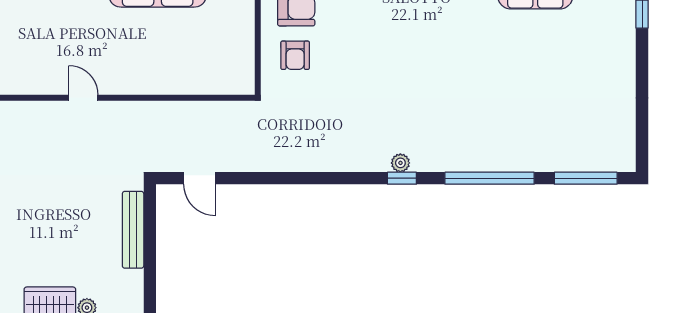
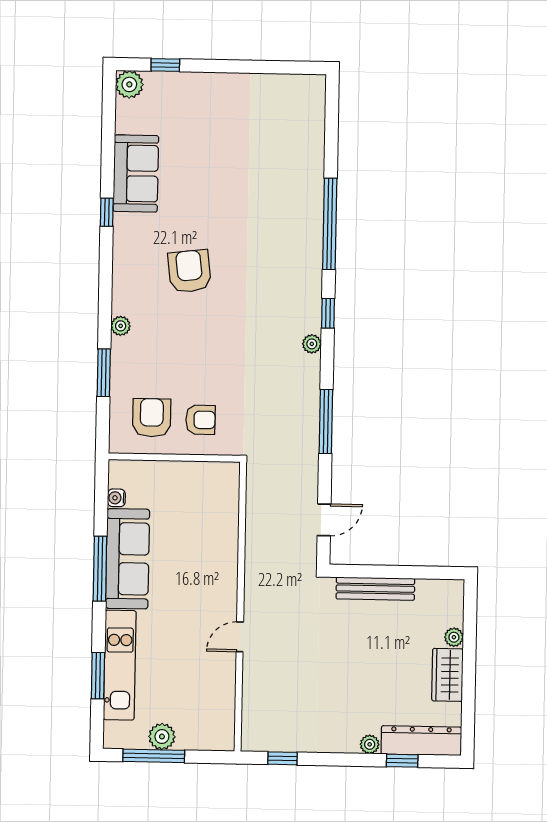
armchair: (441, 42) -> (189, 271), added
plant: (400, 163) -> (312, 344), moved
window: (586, 178) -> (326, 421), moved

